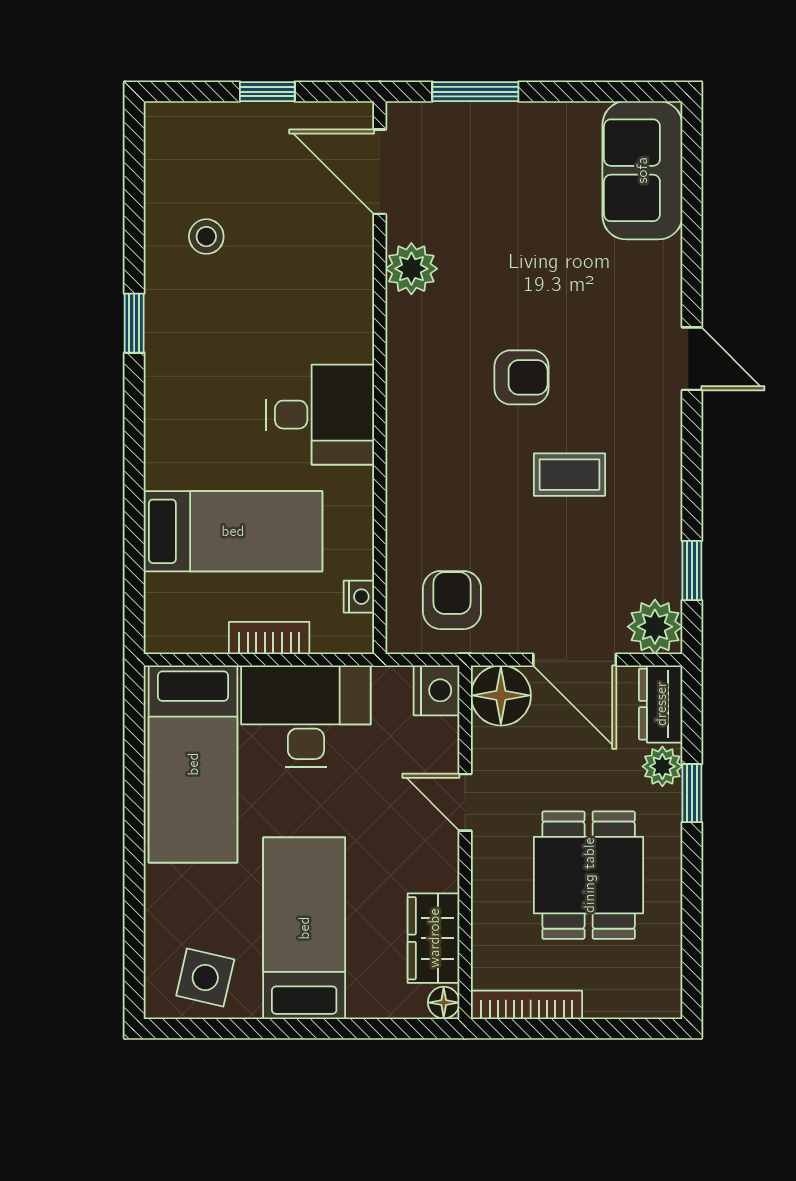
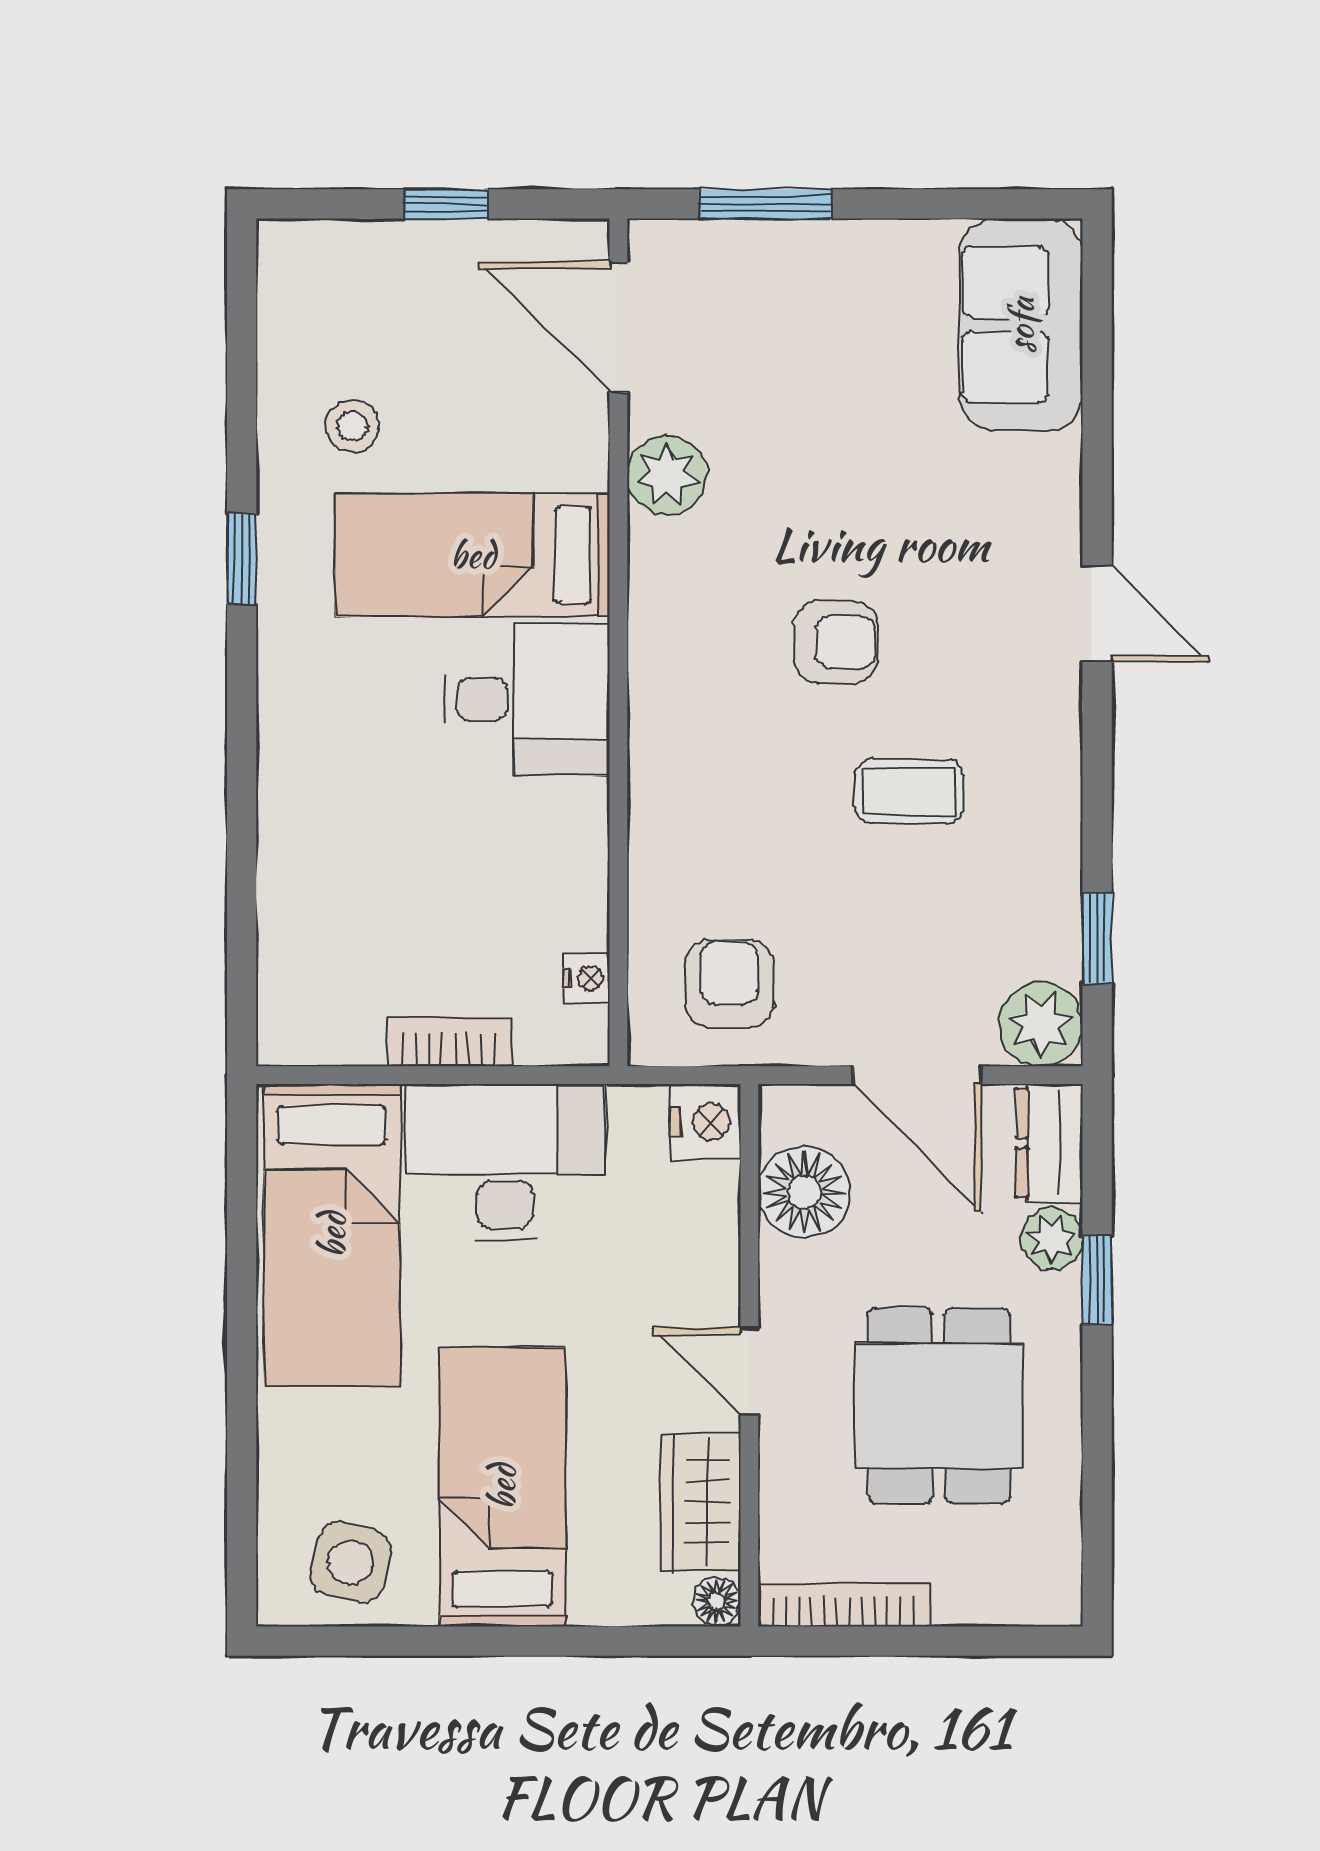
bed: (233, 531) -> (473, 555), moved, turned 180
floor lamp: (501, 695) -> (804, 1192), moved
door: (465, 802) -> (749, 1372), moved

